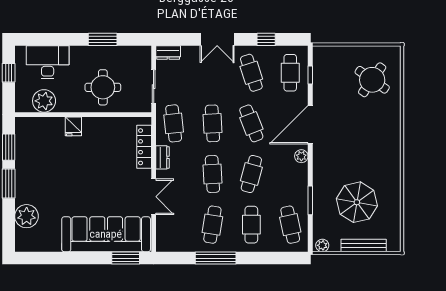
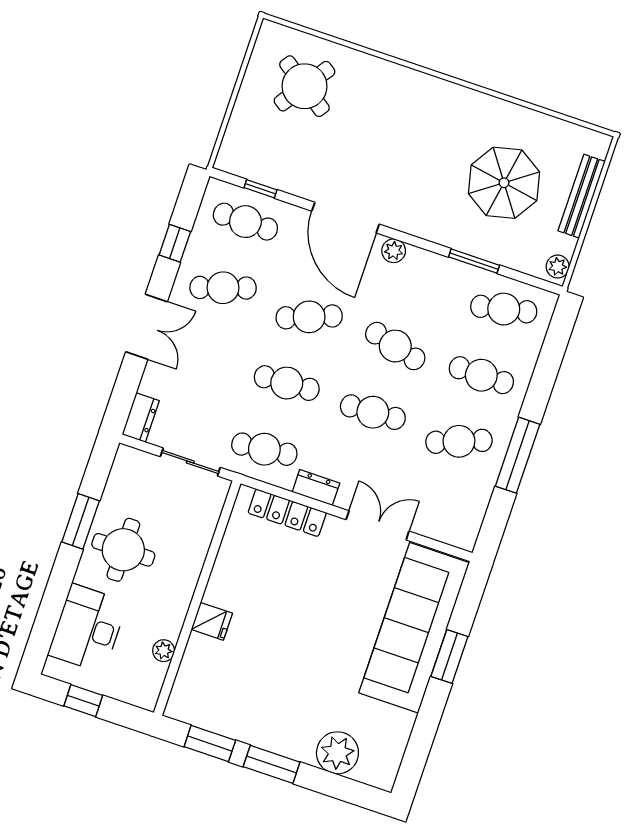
round table: (103, 87) -> (123, 550), moved
plant: (44, 101) -> (164, 651), width x0.53, depth x0.53
cafe table: (212, 225) -> (459, 441), turned -30
window: (126, 258) -> (449, 657), moved

